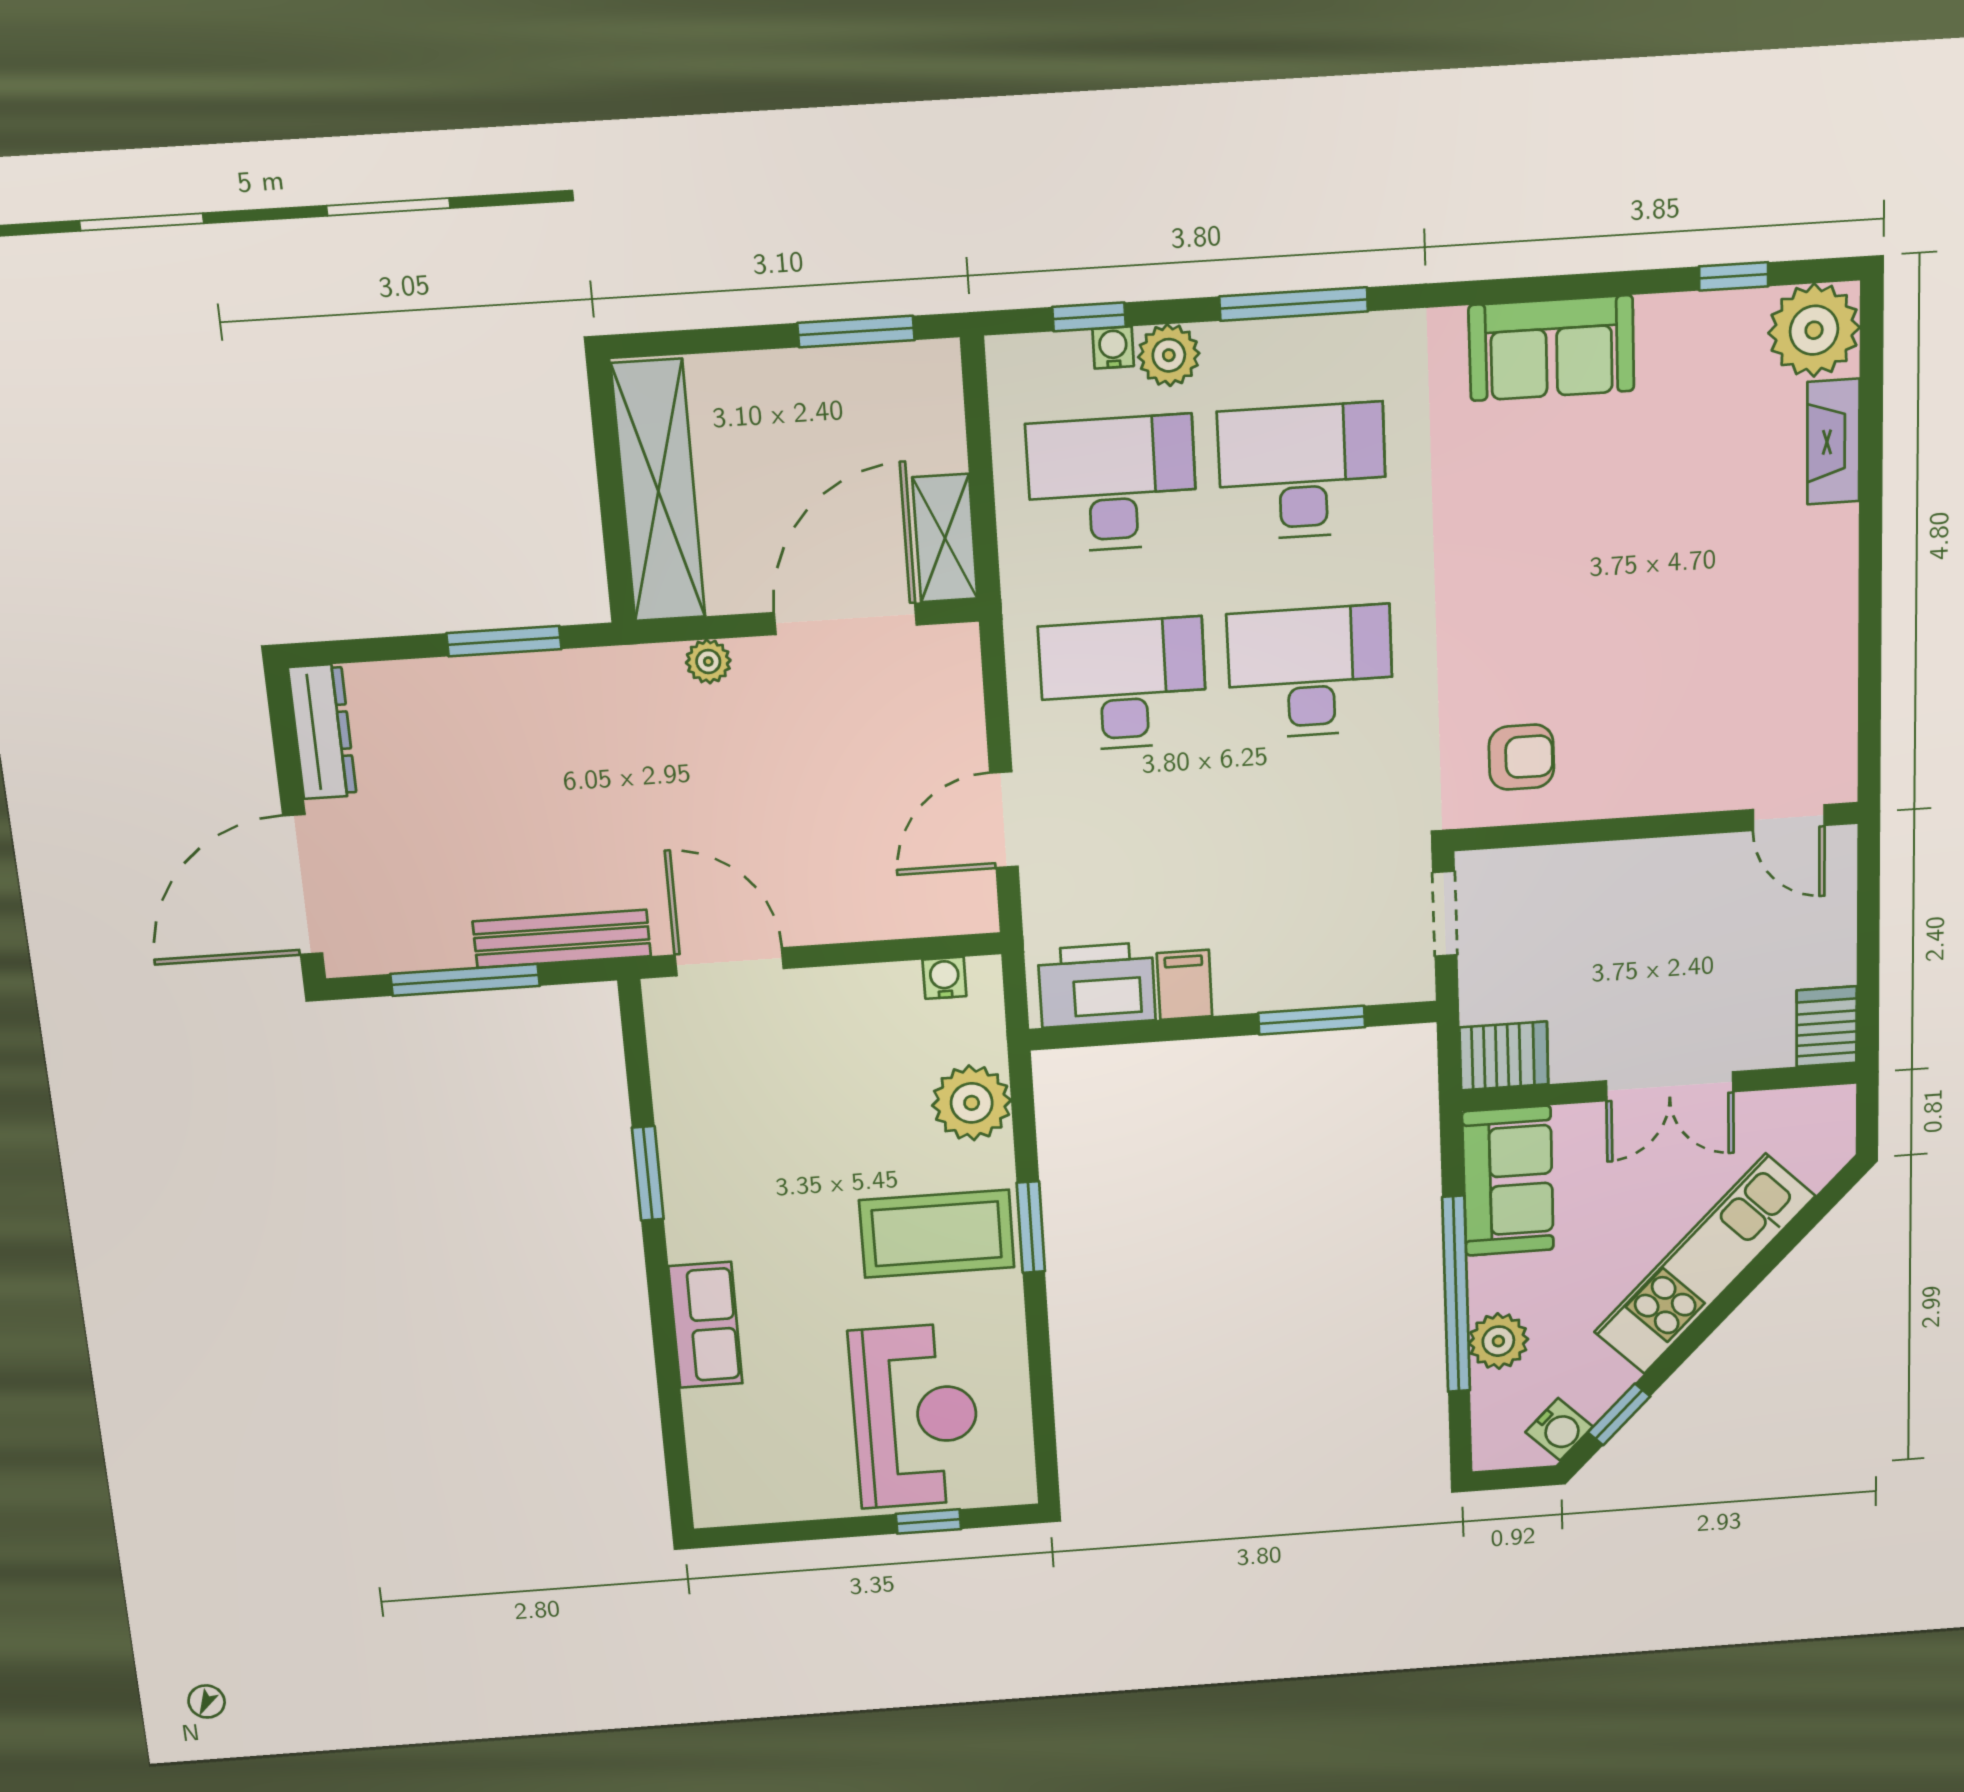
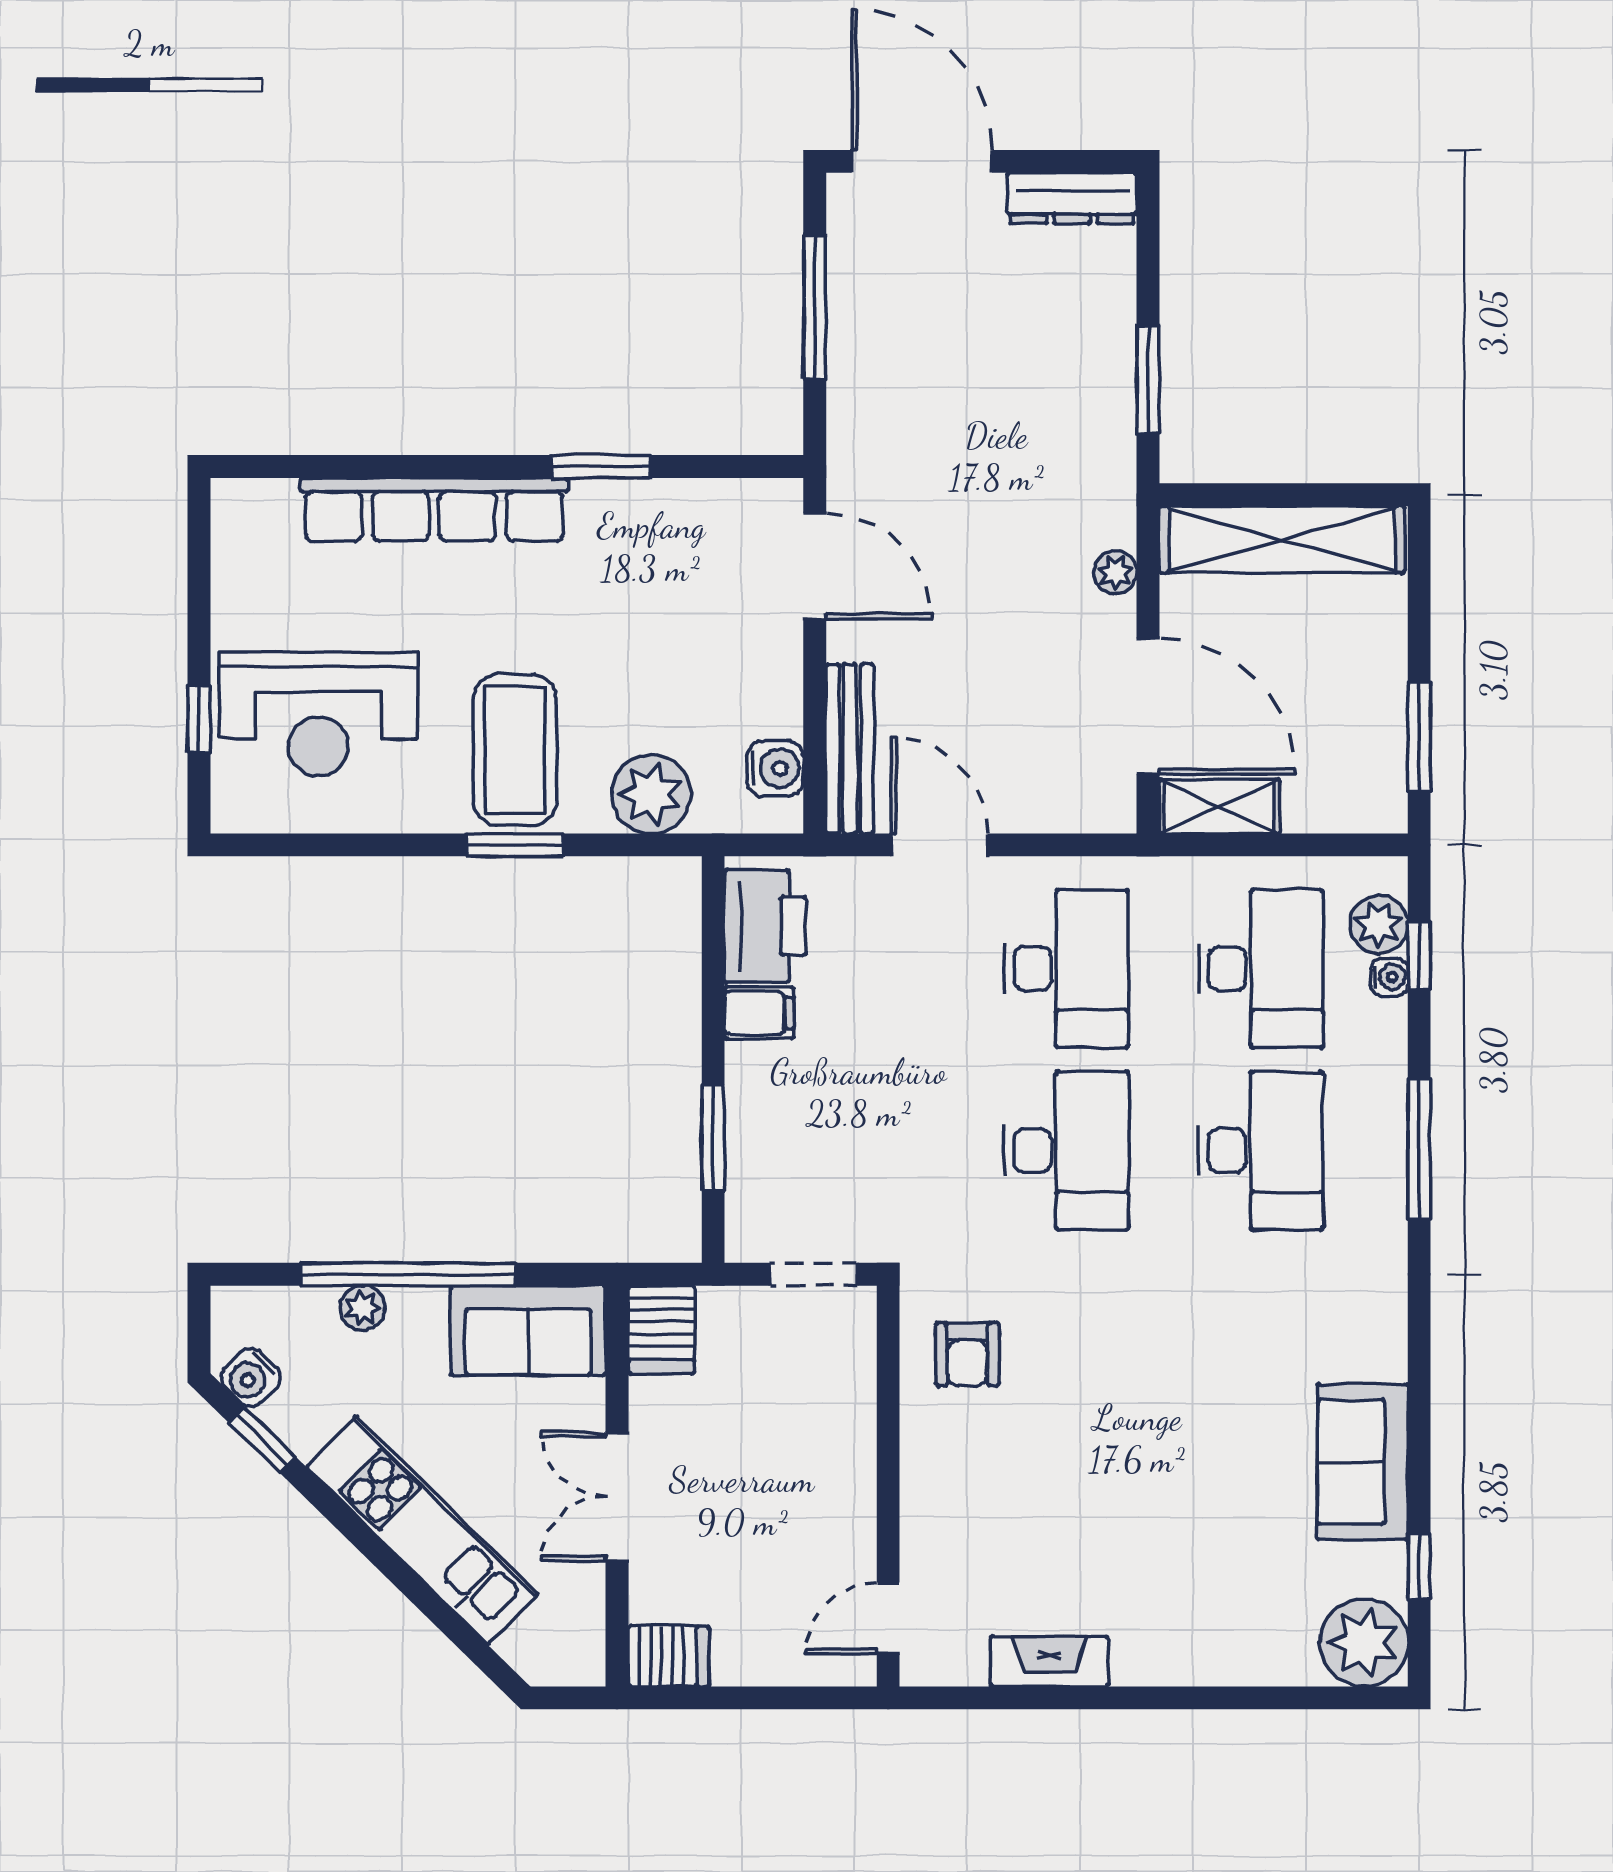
sofa: (1551, 348) -> (1363, 1462), moved
plant: (1169, 355) -> (1379, 925), moved
fireplace: (1833, 442) -> (1049, 1662), moved
bench: (562, 939) -> (850, 749), moved
door: (729, 962) -> (815, 566), hinge flipped
water cooler: (944, 978) -> (775, 768), width x1.38, depth x1.38
row of seats: (706, 1325) -> (434, 509), width x2.02
plant: (1498, 1341) -> (362, 1308), width x0.73, depth x0.73

